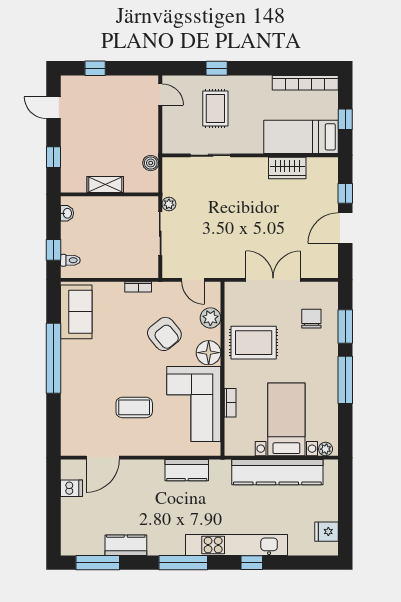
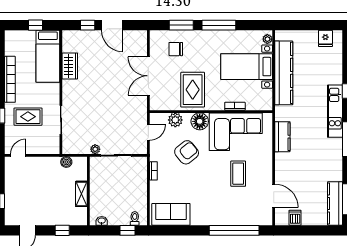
bookcase: (305, 83) -> (10, 79), moved
window: (54, 358) -> (234, 230), moved
kitchen counter: (126, 545) -> (335, 203), moved, width x1.50
kitchen unit: (237, 545) -> (335, 111), width x0.73

